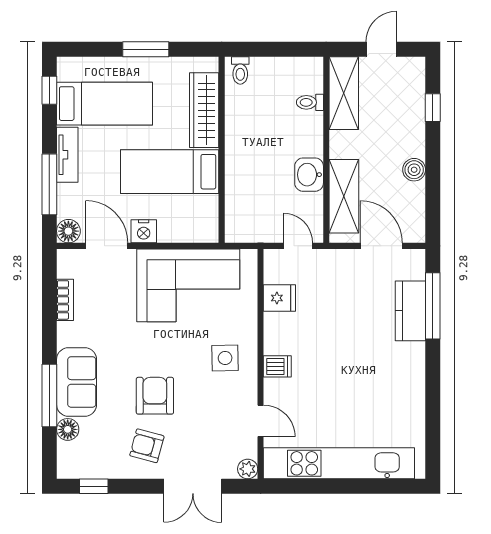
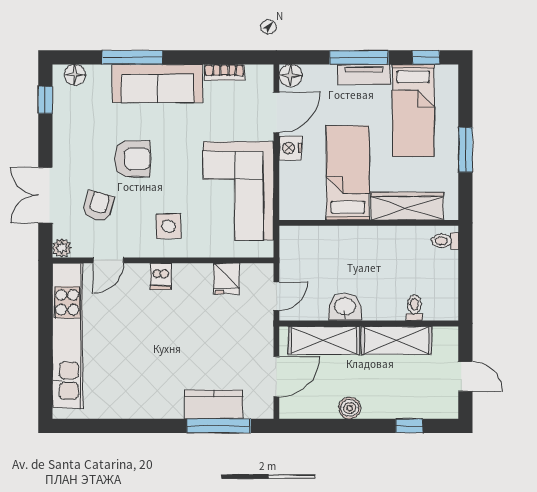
shelving: (344, 93) -> (396, 340), moved
window: (49, 184) -> (359, 57), moved
sofa: (77, 382) -> (157, 83), width x1.36
floor lamp: (68, 429) -> (75, 75), moved
armchair: (147, 446) -> (98, 206), moved

